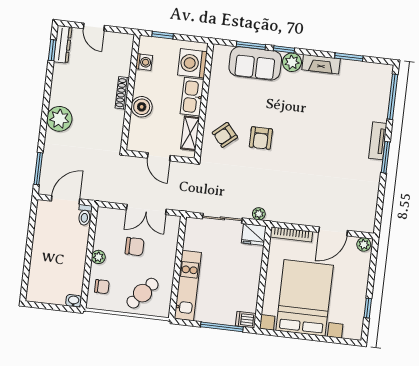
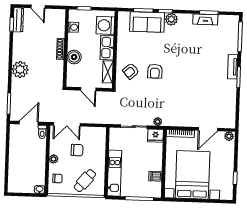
fireplace: (321, 64) -> (205, 19), moved
double door: (146, 209) -> (67, 124), moved
dishwasher: (246, 320) -> (155, 176), moved

